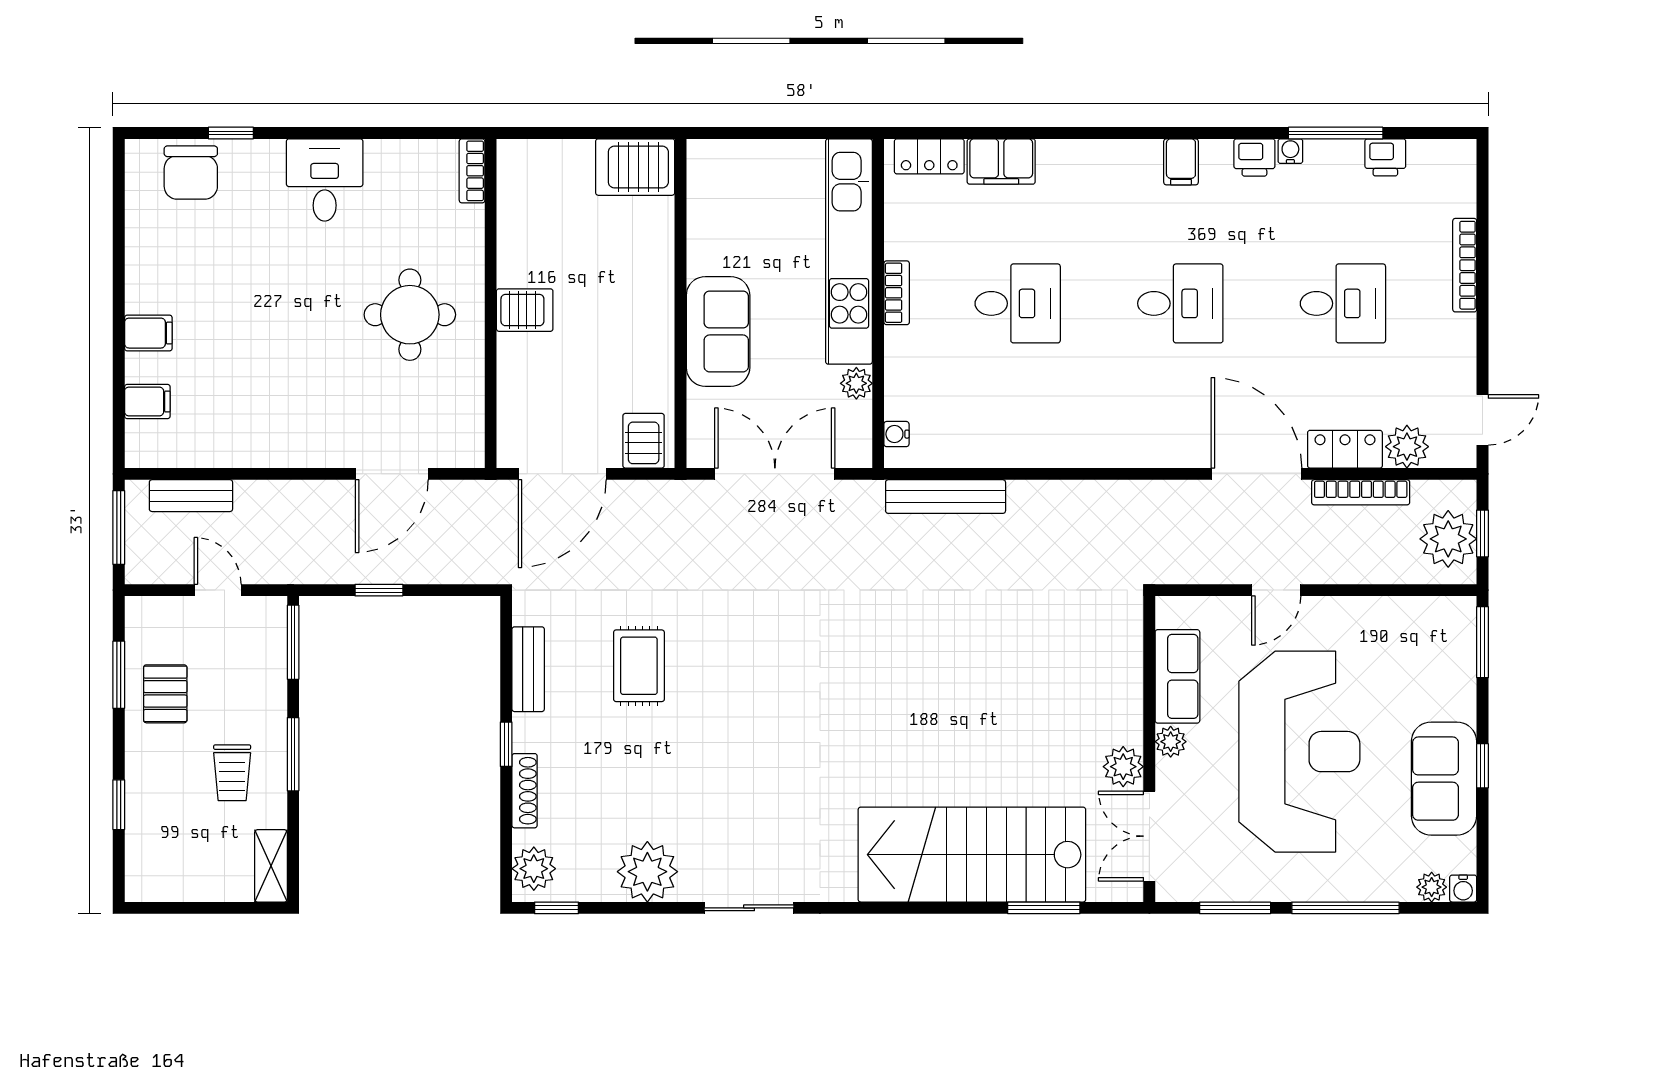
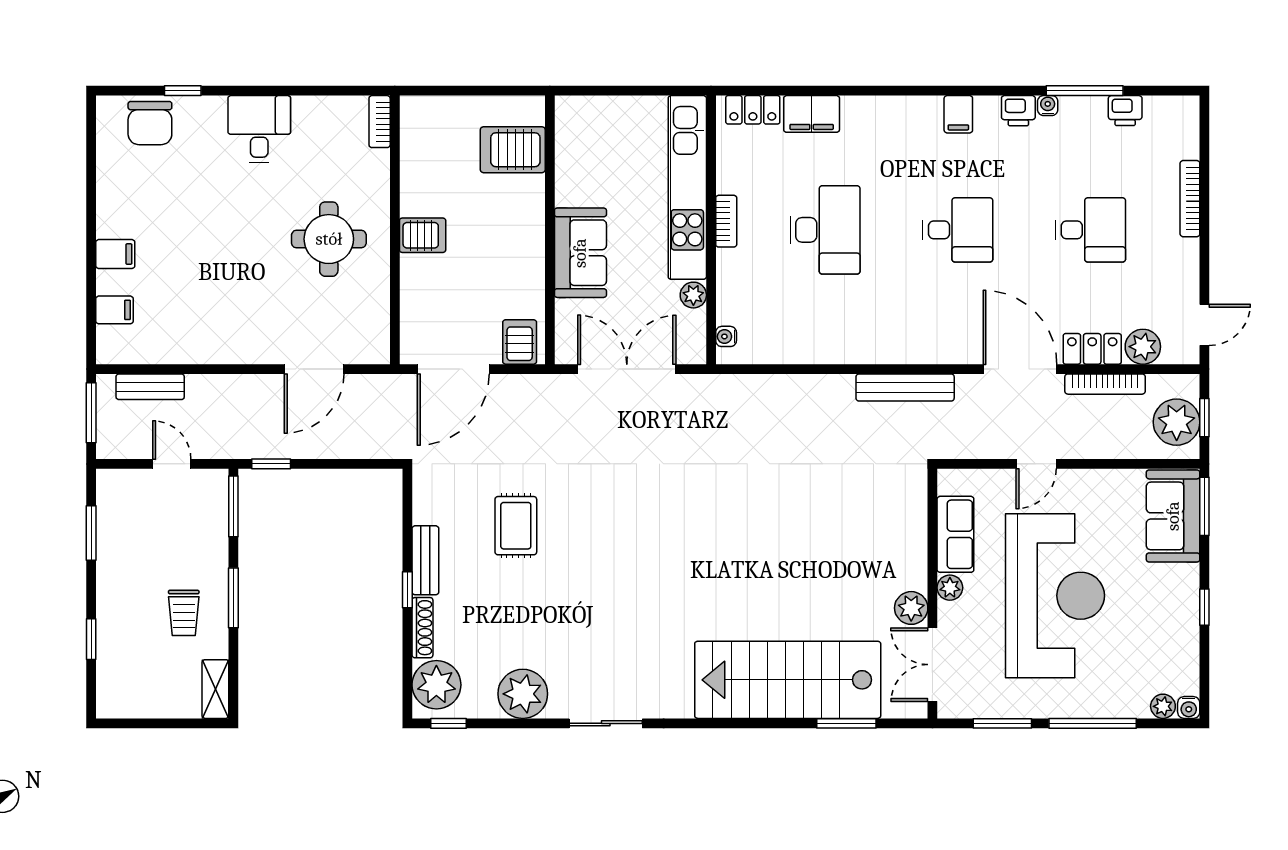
server rack: (635, 167) -> (513, 150), moved
desk: (1018, 303) -> (825, 230), width x1.37
bench: (946, 497) -> (905, 387), moved
window: (379, 590) -> (271, 464), moved
bench: (528, 669) -> (425, 560), moved
pallet: (165, 694) -> (129, 549), removed
sofa: (1444, 779) -> (1173, 516), moved
plant: (534, 869) -> (436, 685), width x1.36, depth x1.36

